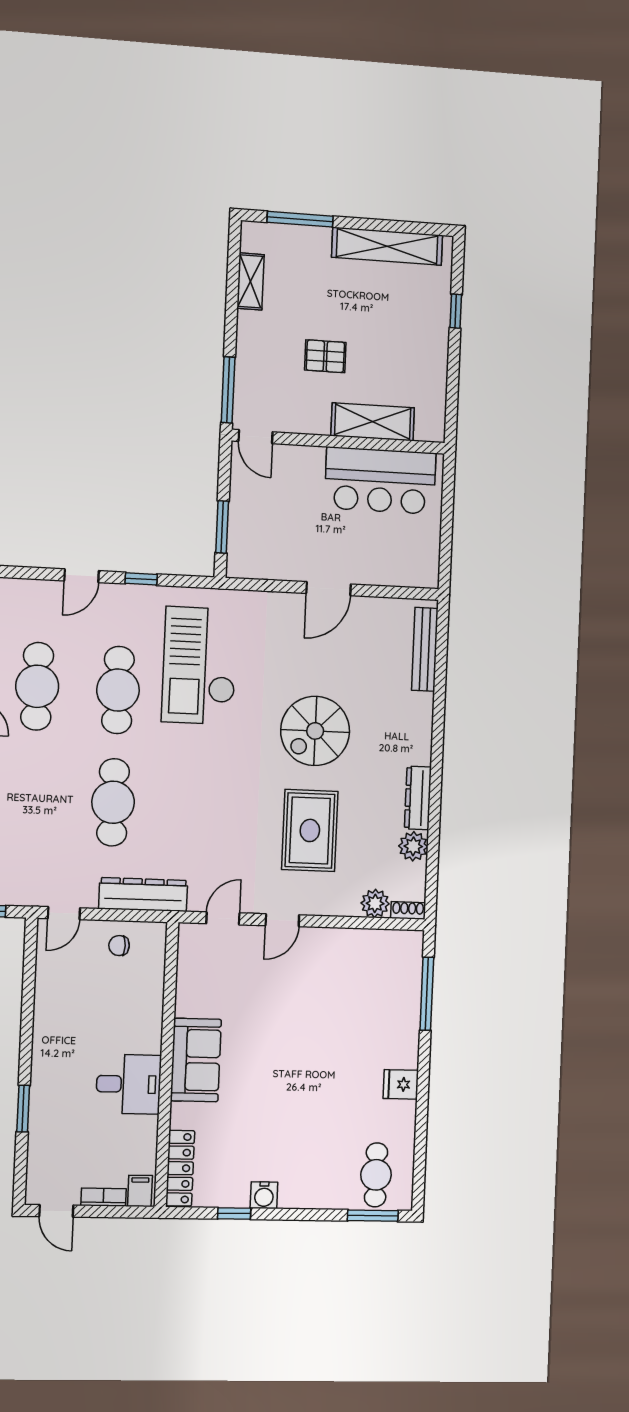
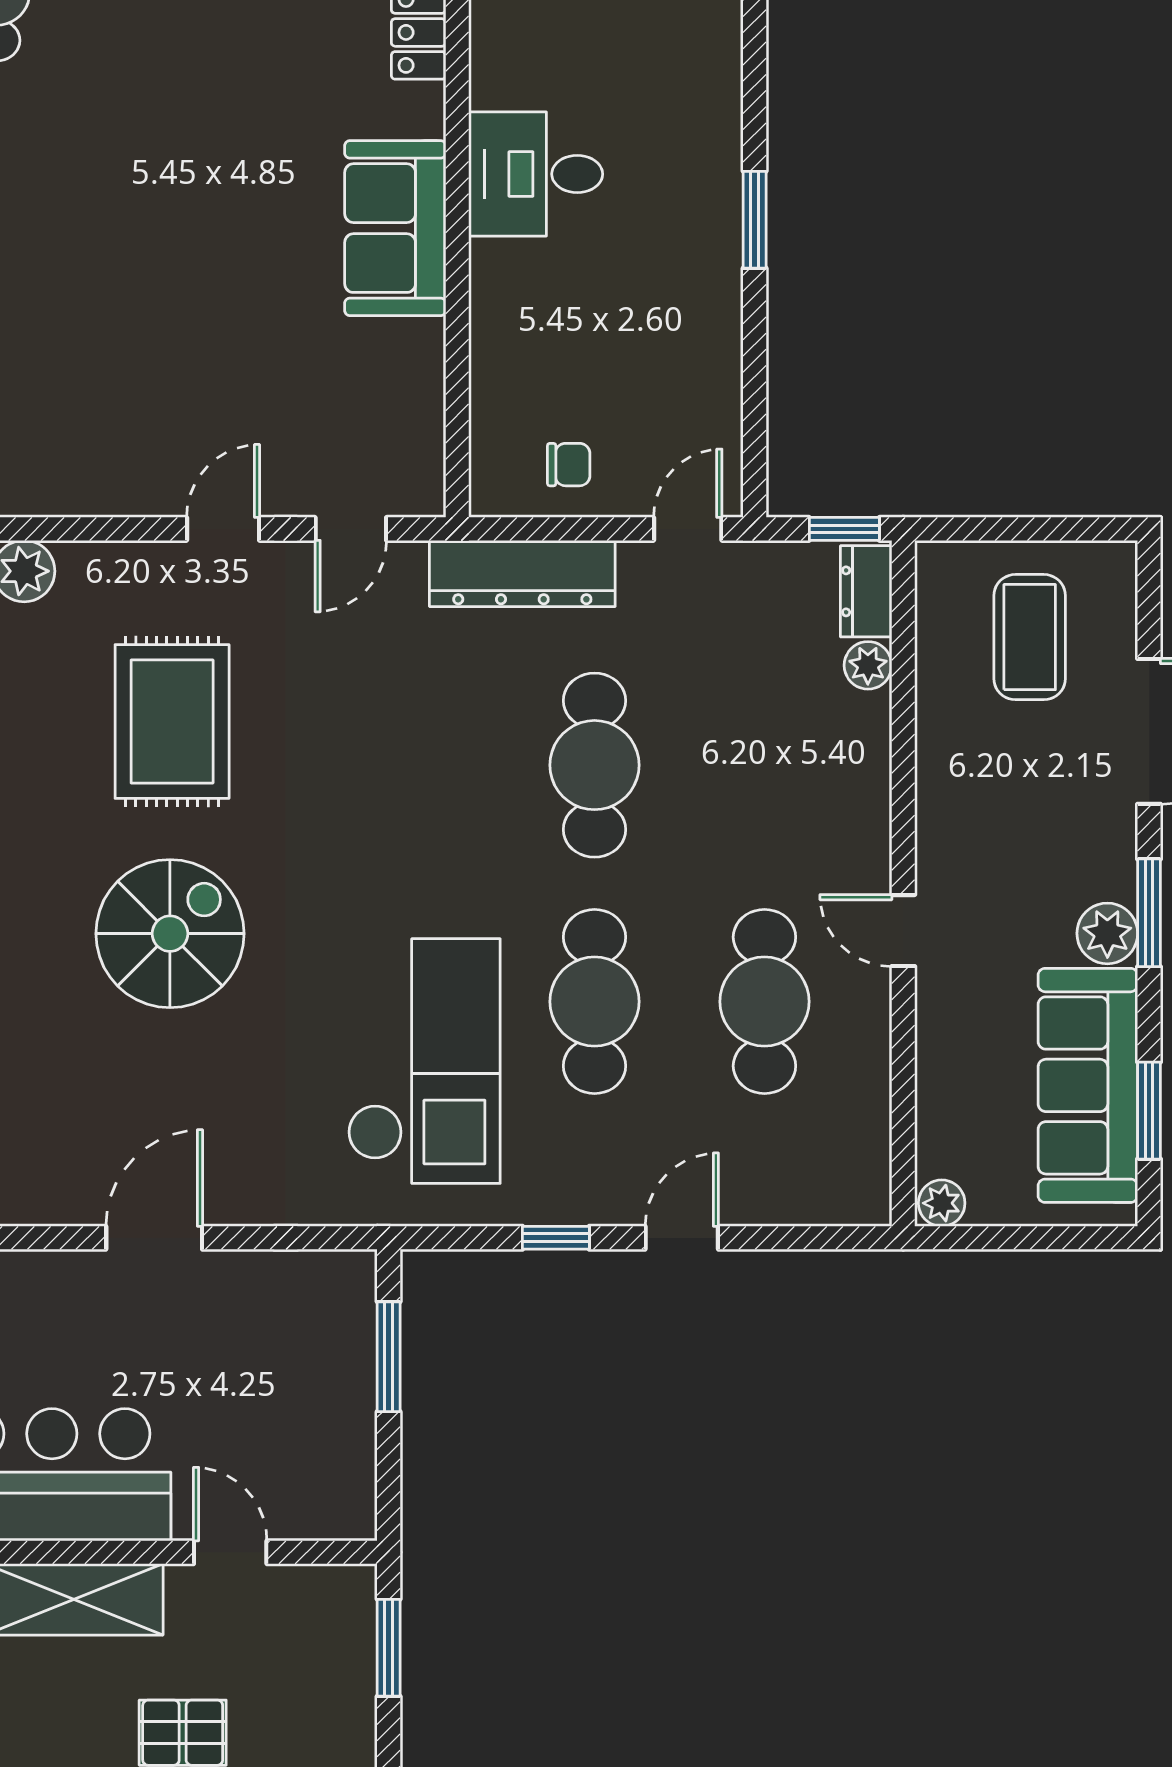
window: (228, 390) -> (389, 1648), width x0.69
door: (256, 437) -> (230, 1552), moved
window: (23, 1109) -> (755, 220), moved

